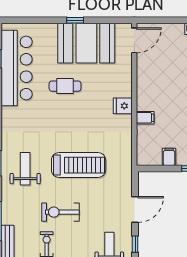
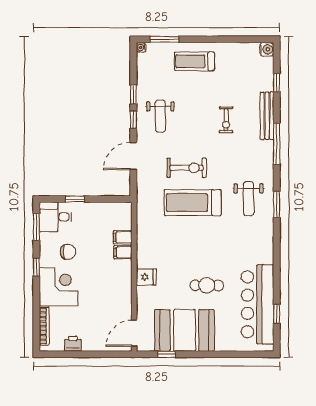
window: (75, 20) -> (167, 354), moved
fridge: (123, 106) -> (146, 277), moved
filing cabinet: (169, 157) -> (123, 237), moved, turned 90
exercise bike: (61, 212) -> (187, 168), moved

